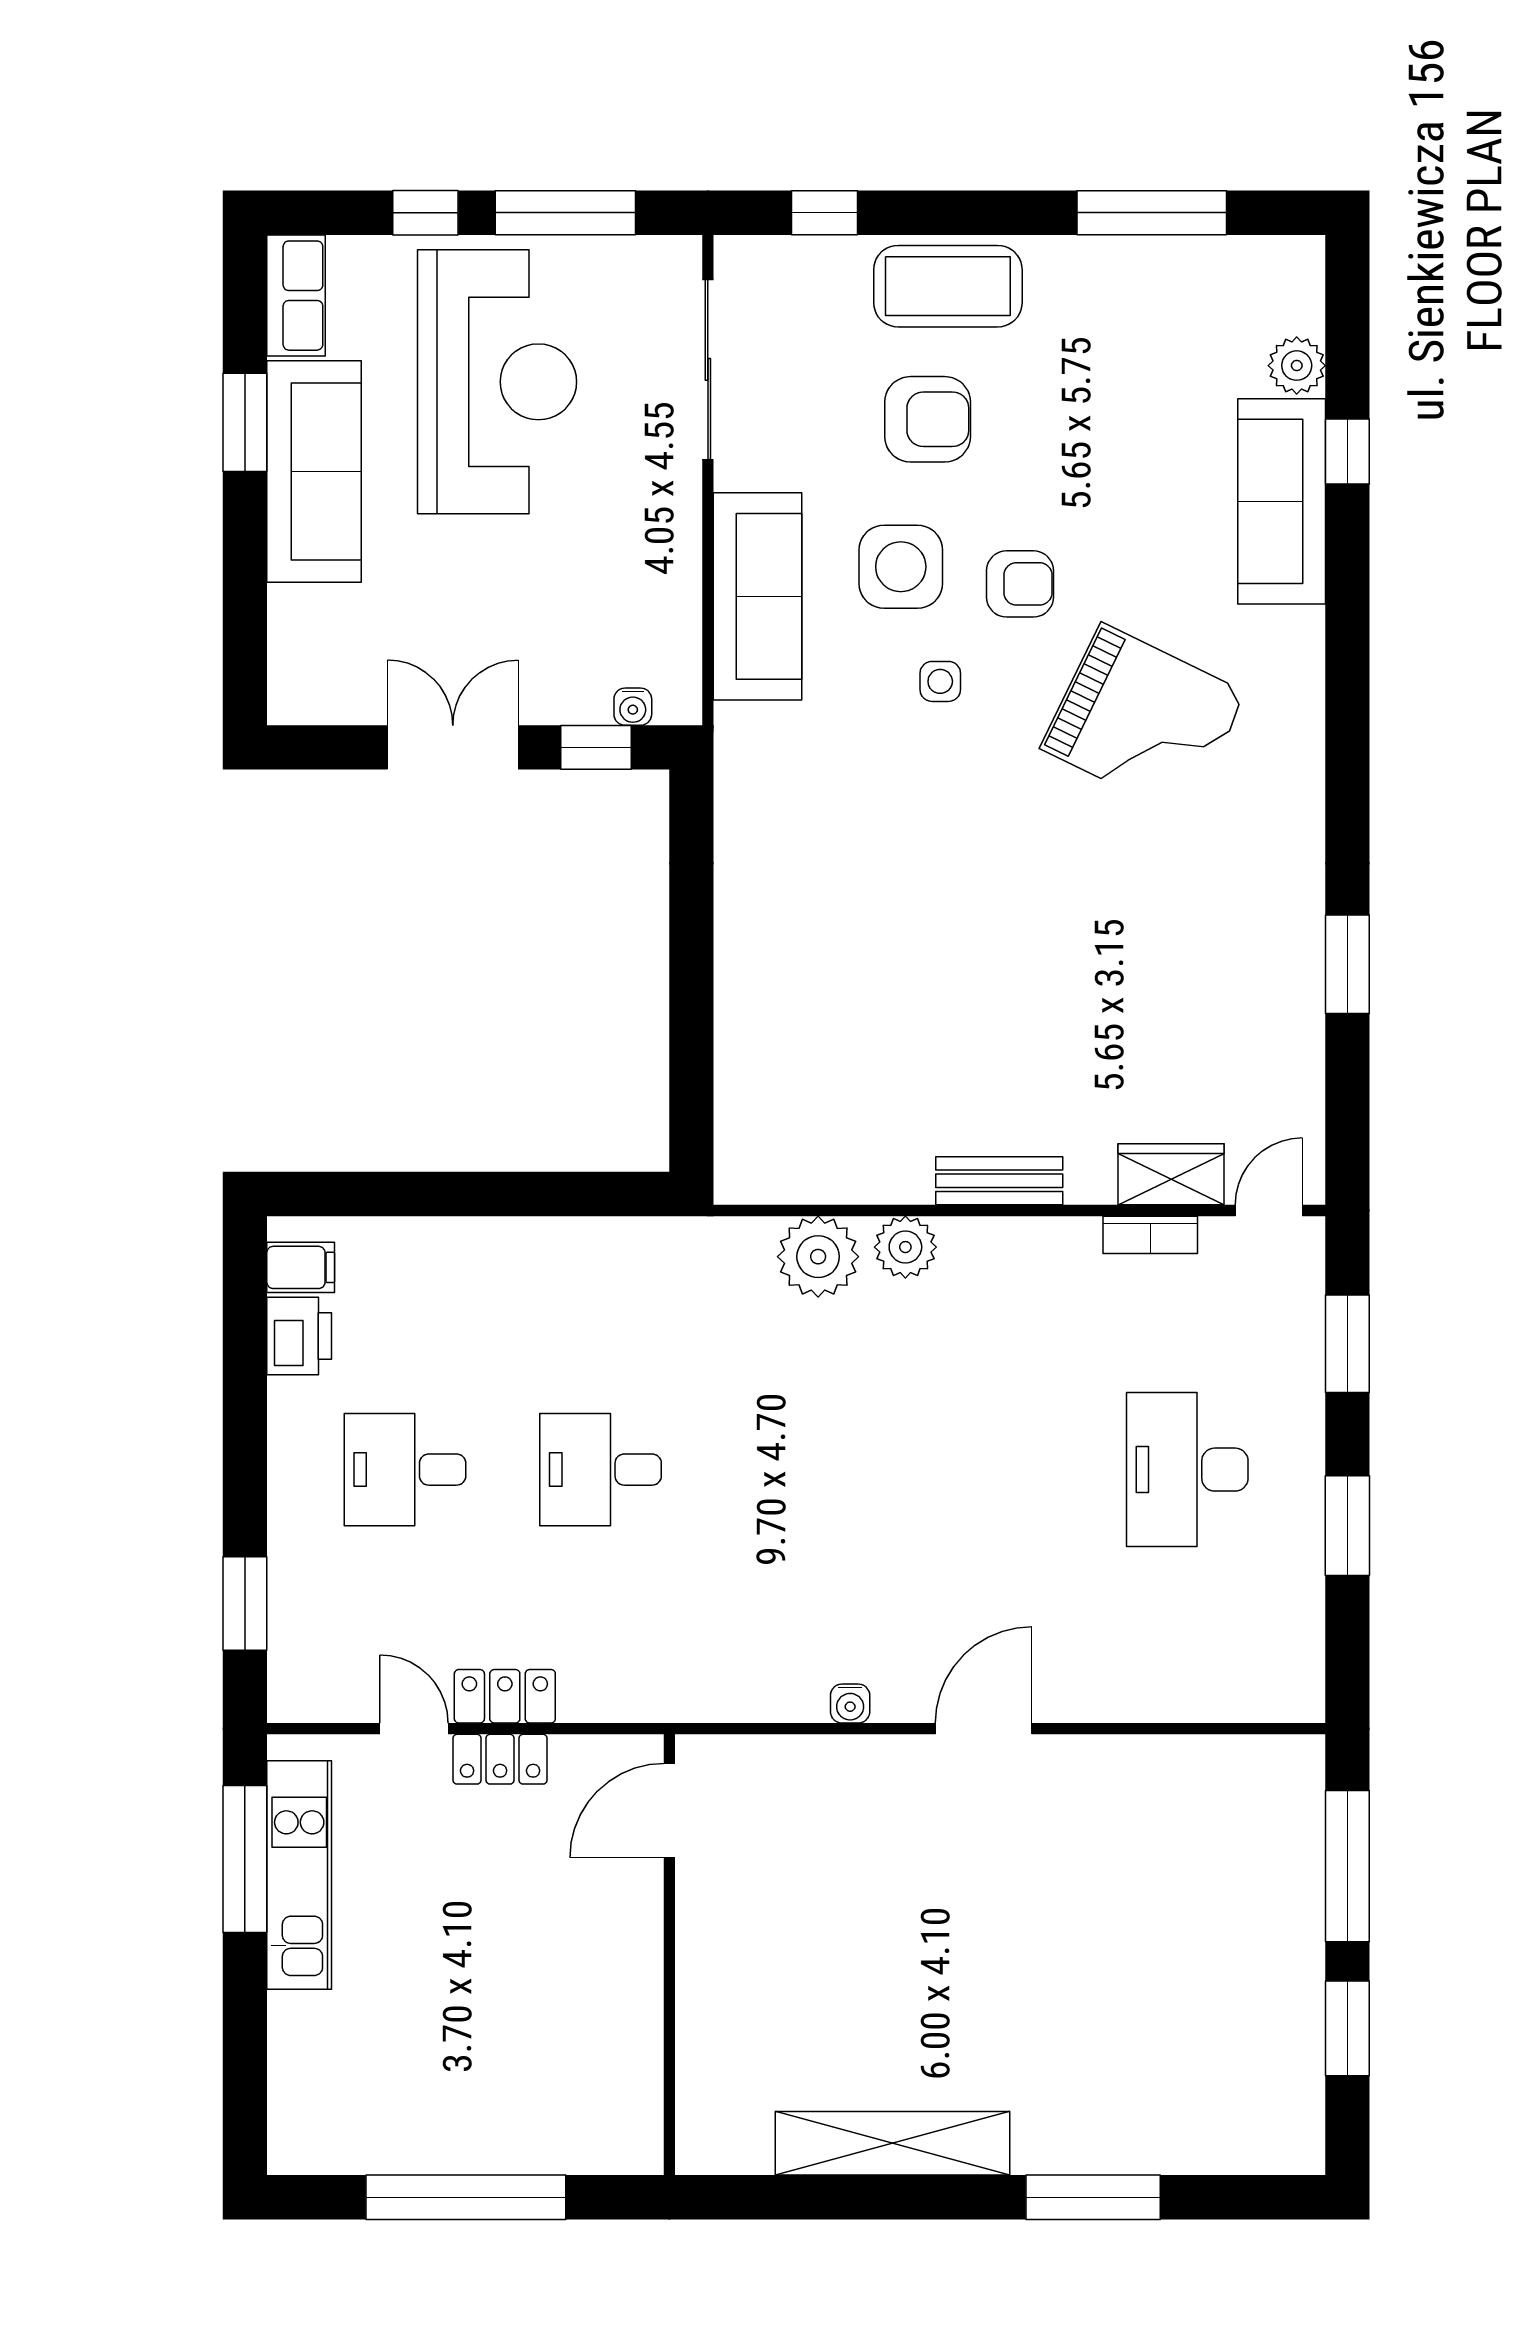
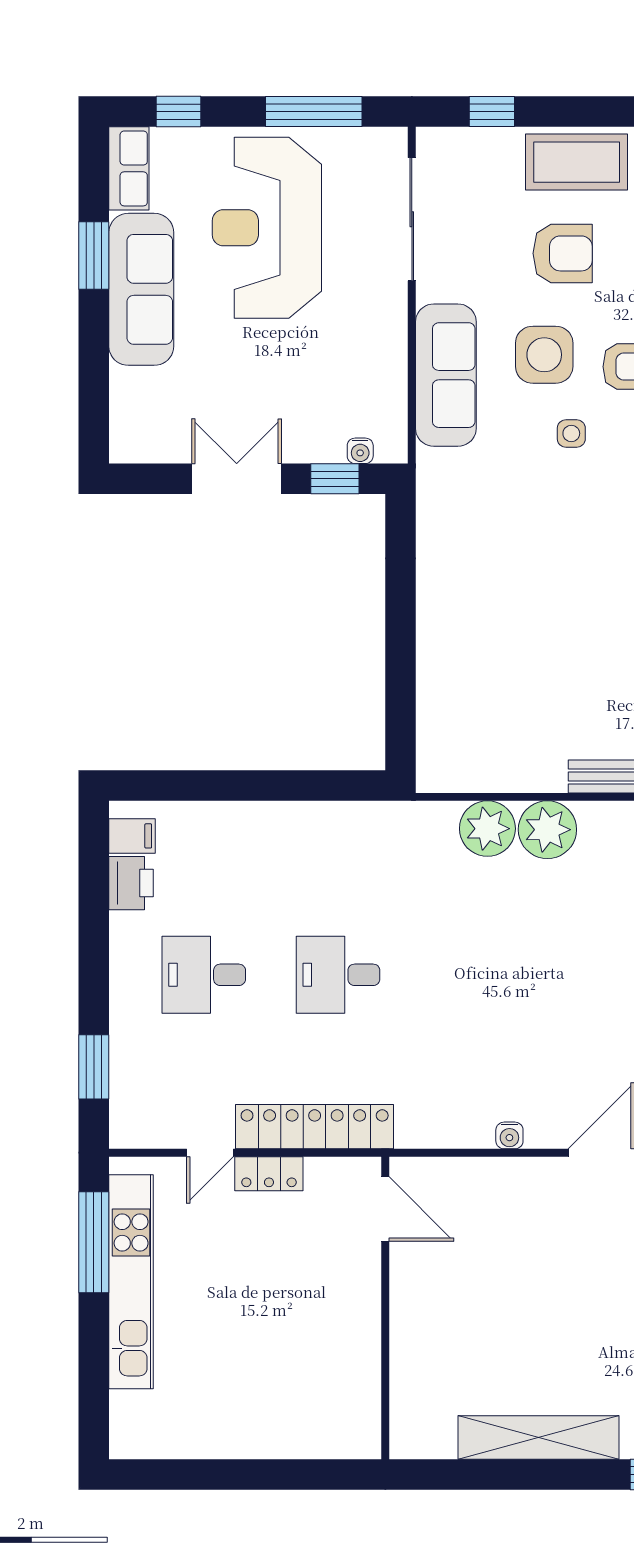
window: (425, 213) -> (178, 112), moved
reception desk: (497, 382) -> (267, 228), turned 180
plant: (905, 1247) -> (547, 830), width x1.36, depth x1.36
locker: (505, 1696) -> (315, 1127), width x2.16, depth x1.21
door: (414, 1729) -> (210, 1153), swing flipped
door: (669, 1811) -> (385, 1209), swing flipped
kitchen unit: (299, 1875) -> (131, 1282), width x1.36
window: (466, 2197) -> (246, 1475), removed

